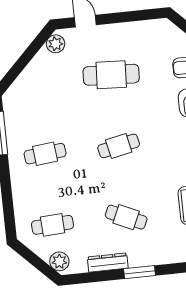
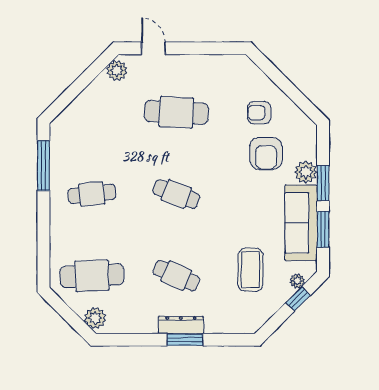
cafe table: (119, 146) -> (176, 194), turned 33
cafe table: (53, 225) -> (92, 276), width x1.37, depth x1.35
dresser: (108, 263) -> (181, 325), moved

